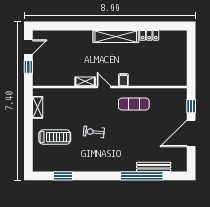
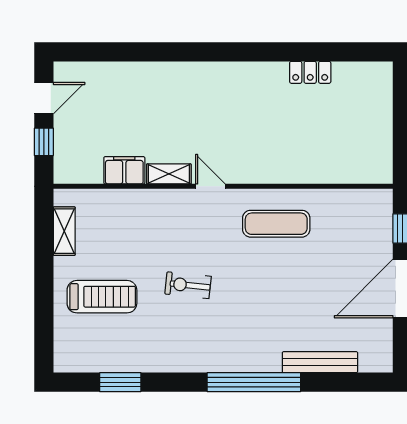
shelving: (116, 36) -> (237, 75), removed
filing cabinet: (123, 80) -> (124, 170), moved, width x2.00
window: (142, 176) -> (254, 382), moved

